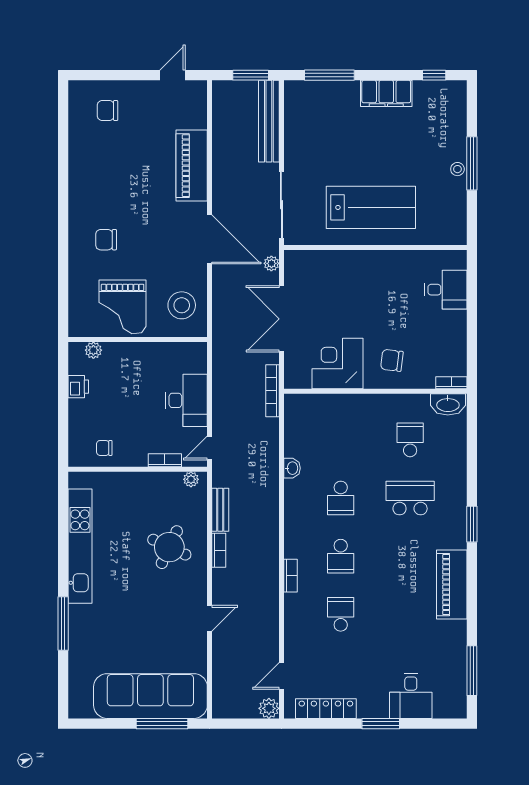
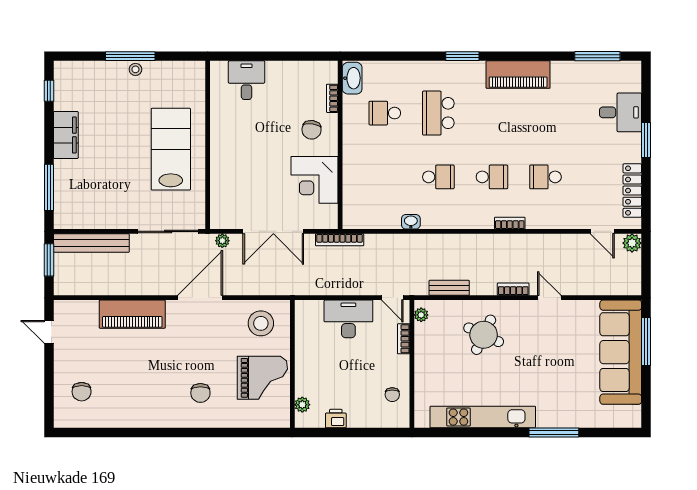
bookcase: (451, 383) -> (332, 98), moved
bookcase: (219, 550) -> (513, 289), moved

